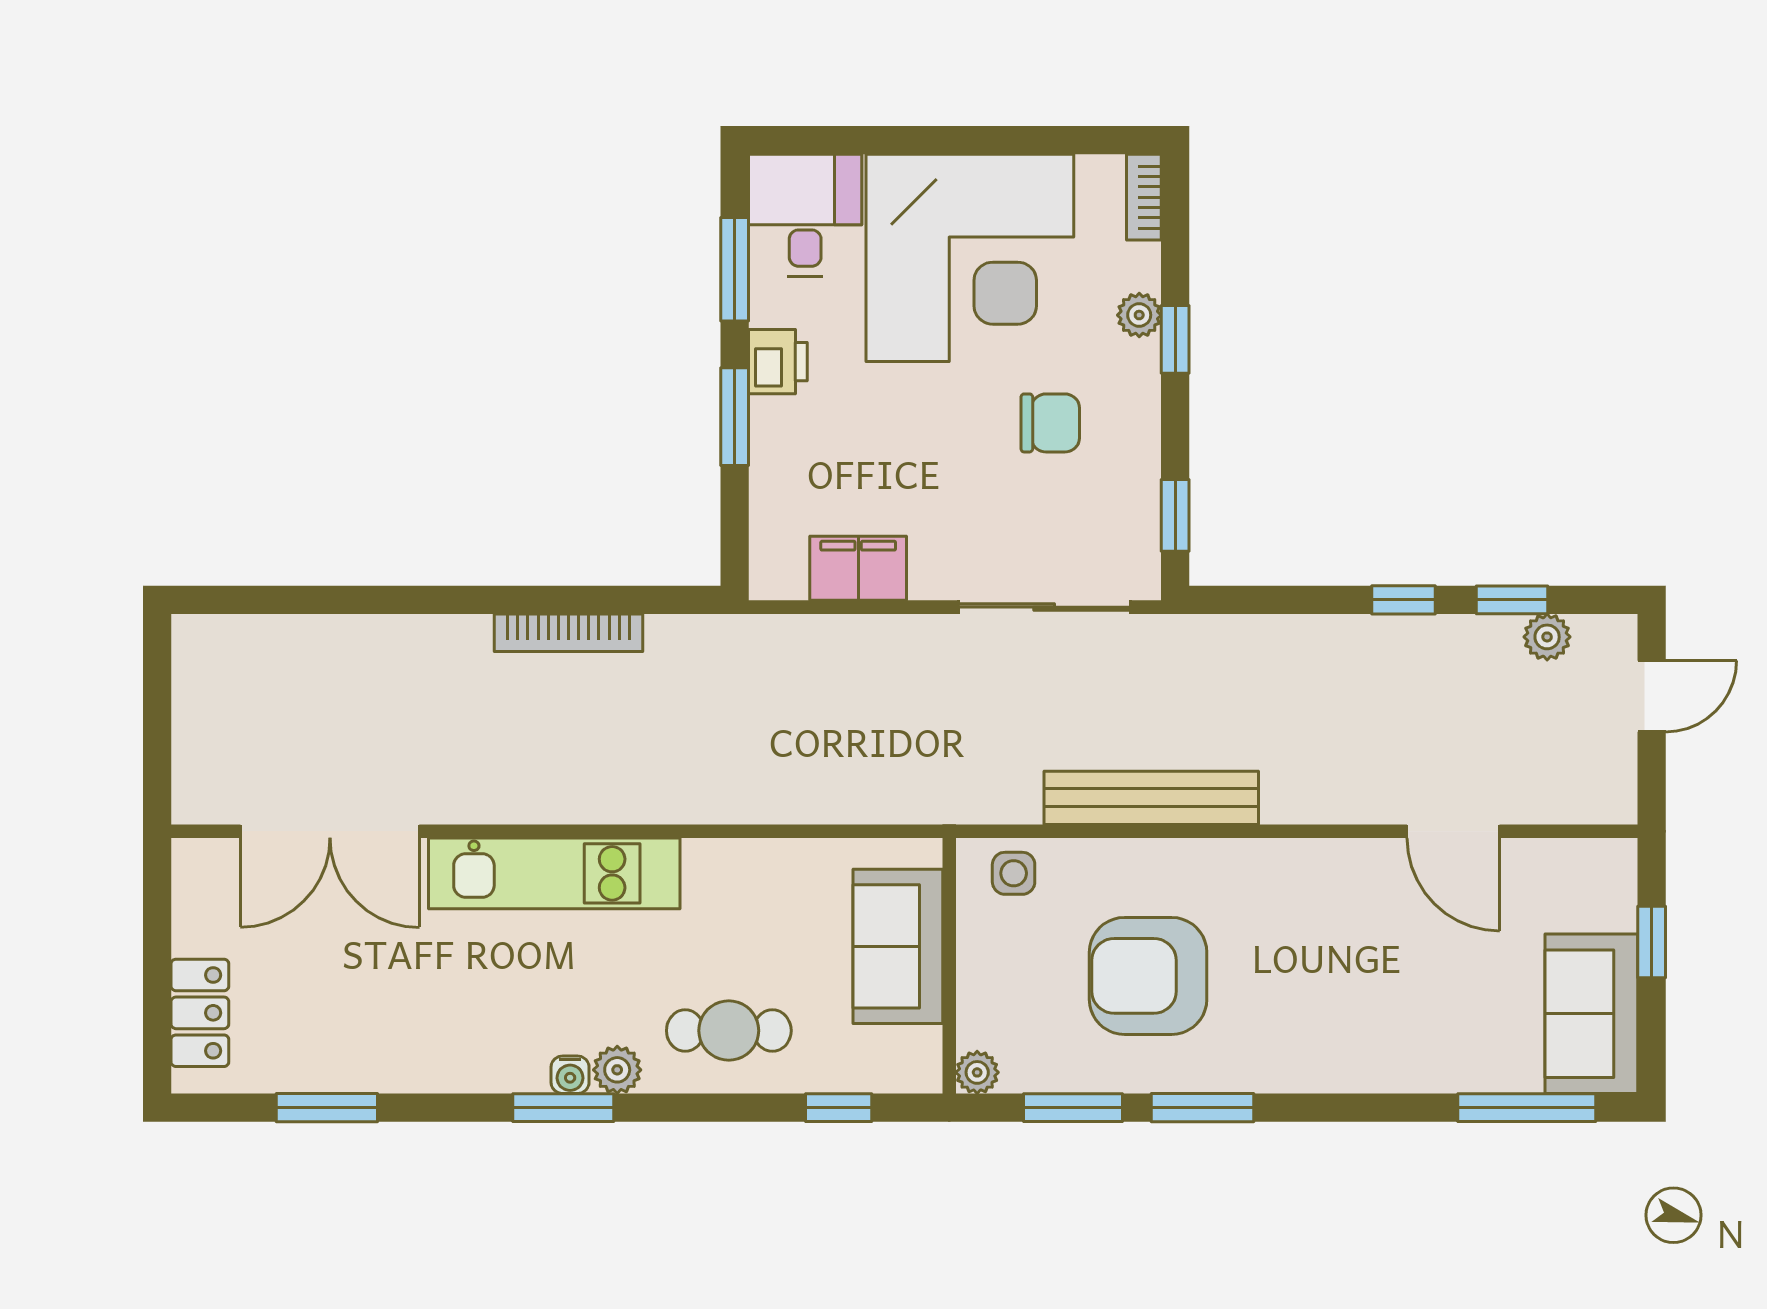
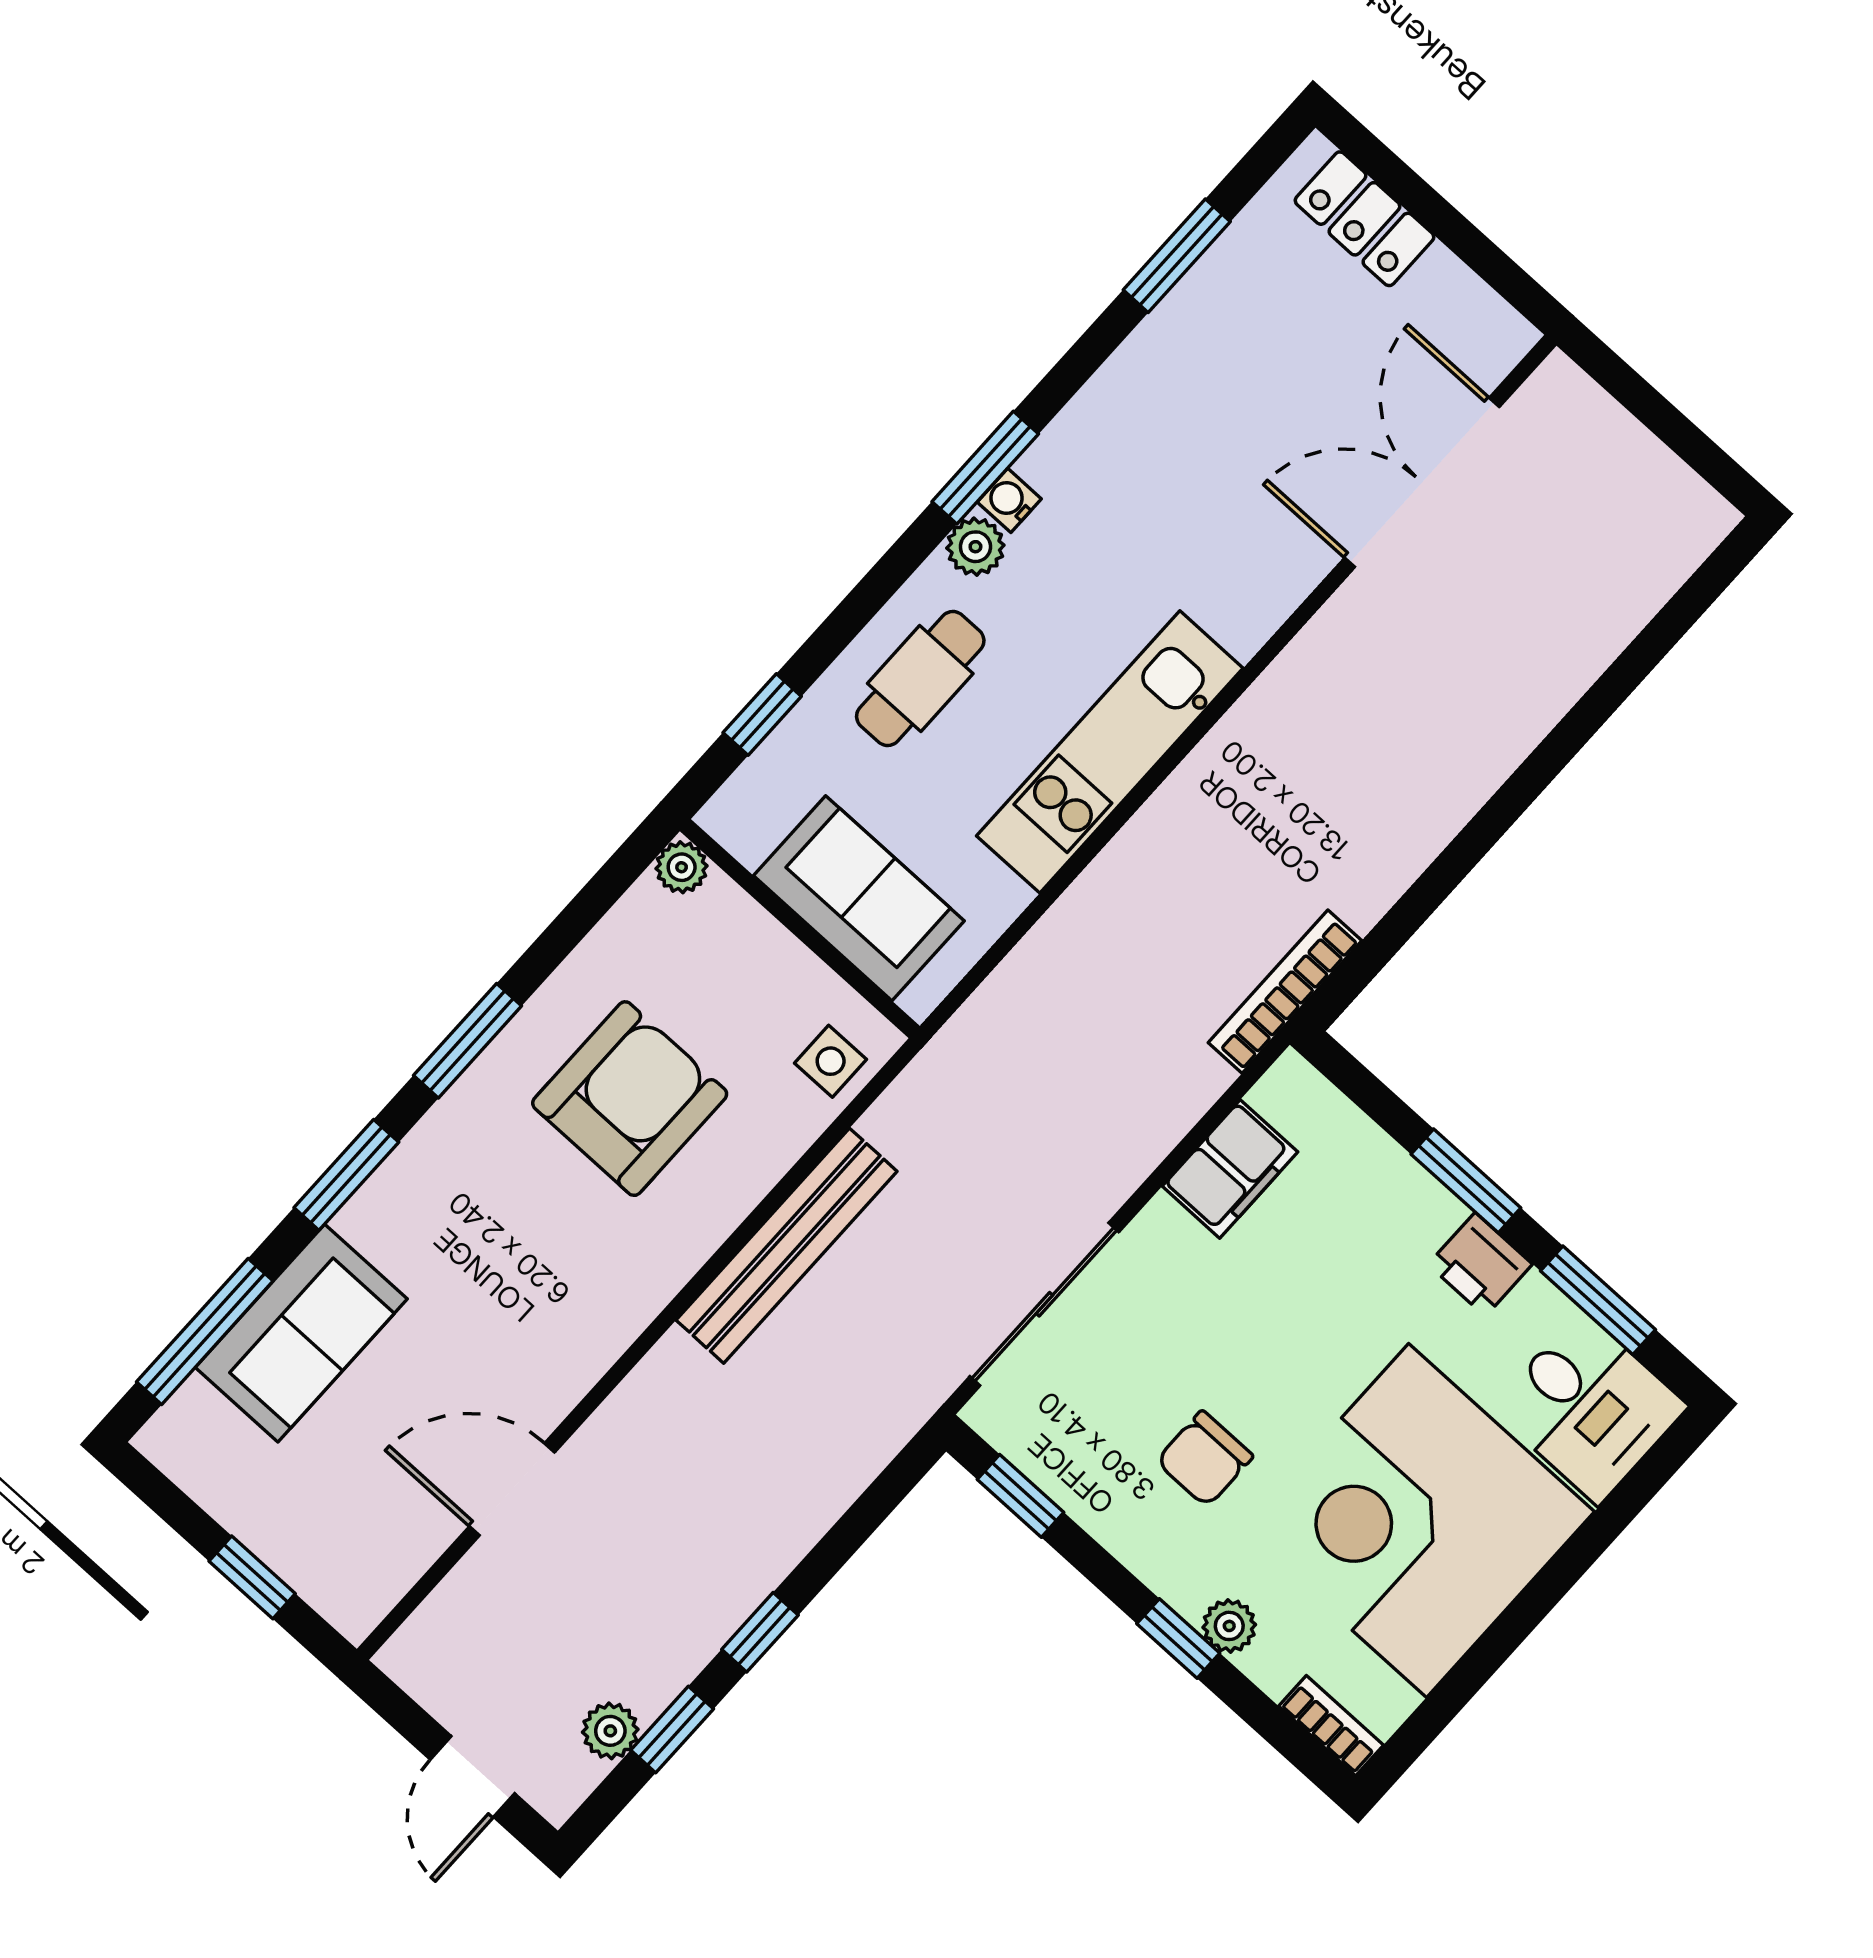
bookcase: (568, 633) -> (1285, 992), moved
kitchen unit: (554, 873) -> (1110, 752), moved
sofa: (1591, 1014) -> (301, 1333), moved, turned 90
window: (1073, 1108) -> (346, 1175), moved

